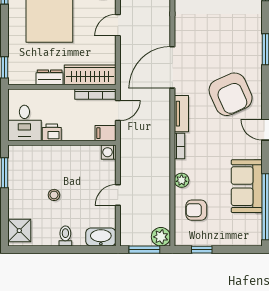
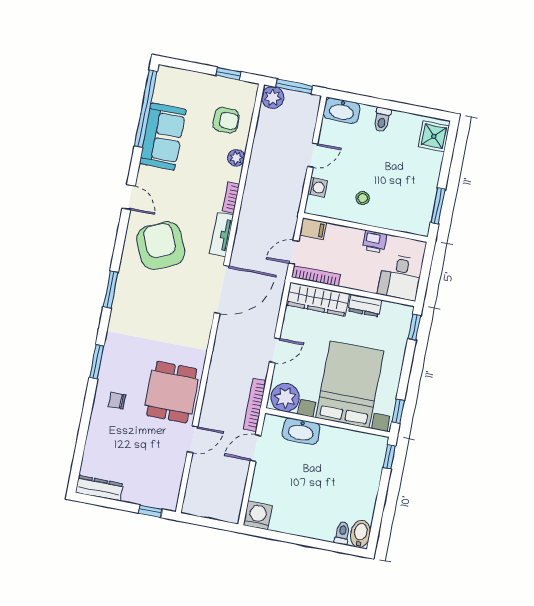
desk: (24, 123) -> (400, 277), moved, turned 180
washing machine: (109, 152) -> (317, 187), moved
stool: (54, 195) -> (363, 198), moved

